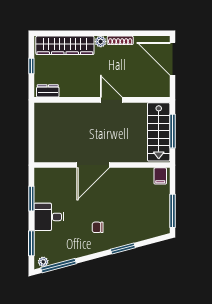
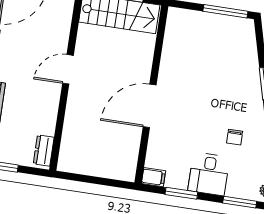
door: (93, 165) -> (150, 106), swing flipped
filing cabinet: (160, 176) -> (153, 177), moved
chair: (98, 227) -> (235, 137), moved

